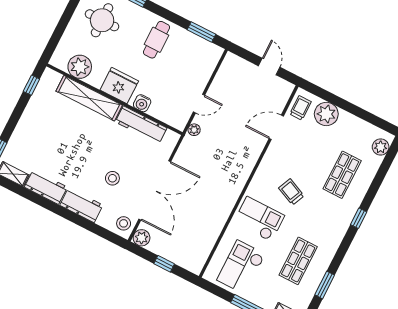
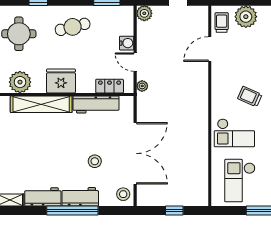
cafe table: (157, 40) -> (73, 27), turned 76
water cooler: (142, 103) -> (127, 43), moved, turned -90
door: (199, 104) -> (135, 62), swing flipped
locker: (163, 114) -> (110, 86), added
window: (67, 214) -> (72, 211), added
checkout: (259, 219) -> (234, 133), turned 180
plant: (142, 238) -> (144, 13), moved

